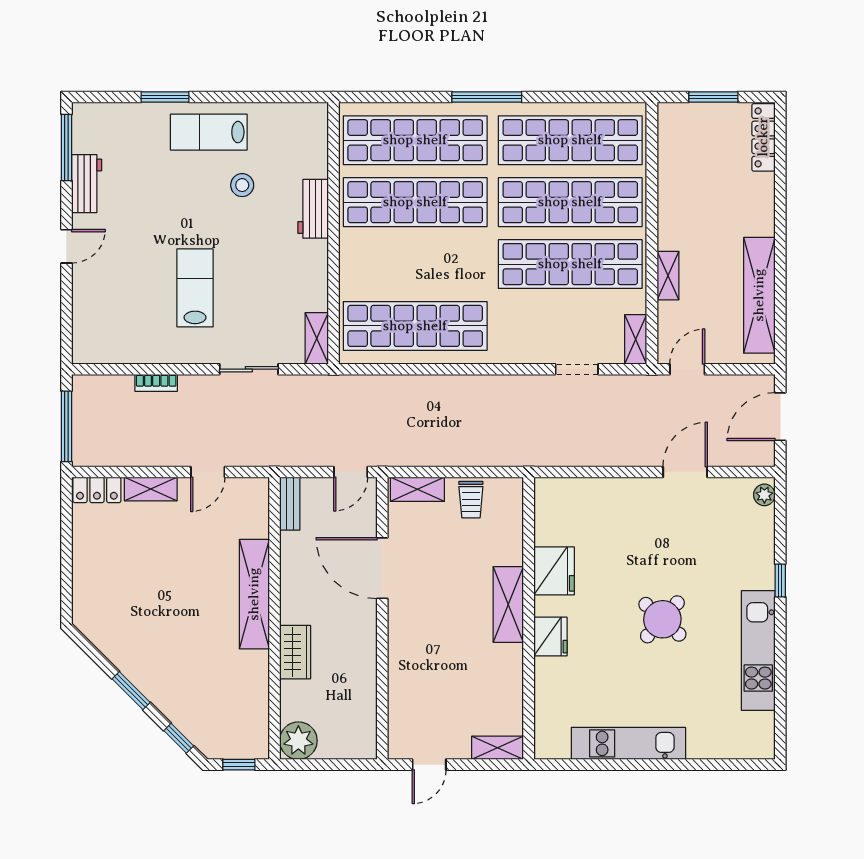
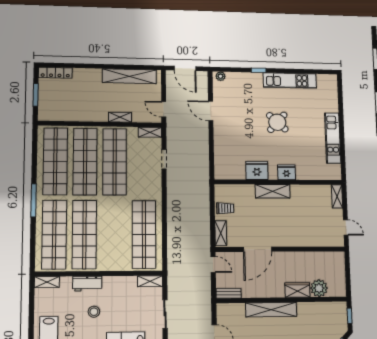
shelving: (317, 127) -> (47, 282), added
stool: (242, 185) -> (94, 312), moved
plant: (298, 741) -> (319, 288), moved

